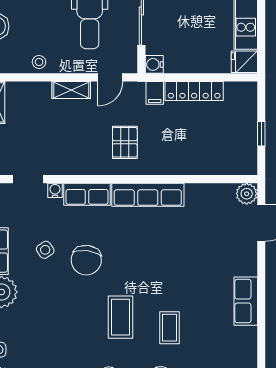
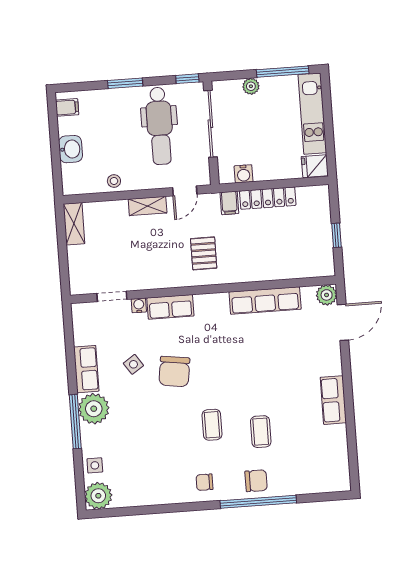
water cooler: (154, 64) -> (244, 174), moved, turned -90
row of seats: (148, 195) -> (265, 301), moved
coffee table: (121, 317) -> (212, 425), width x0.73, depth x0.77

